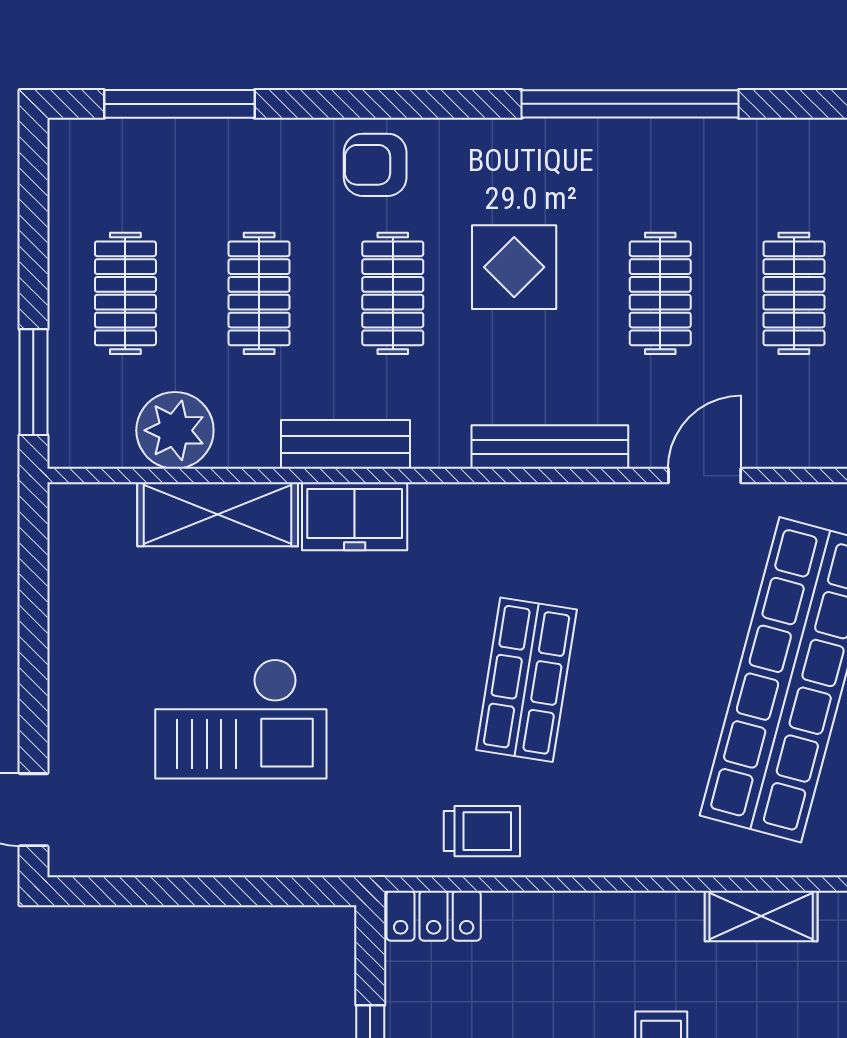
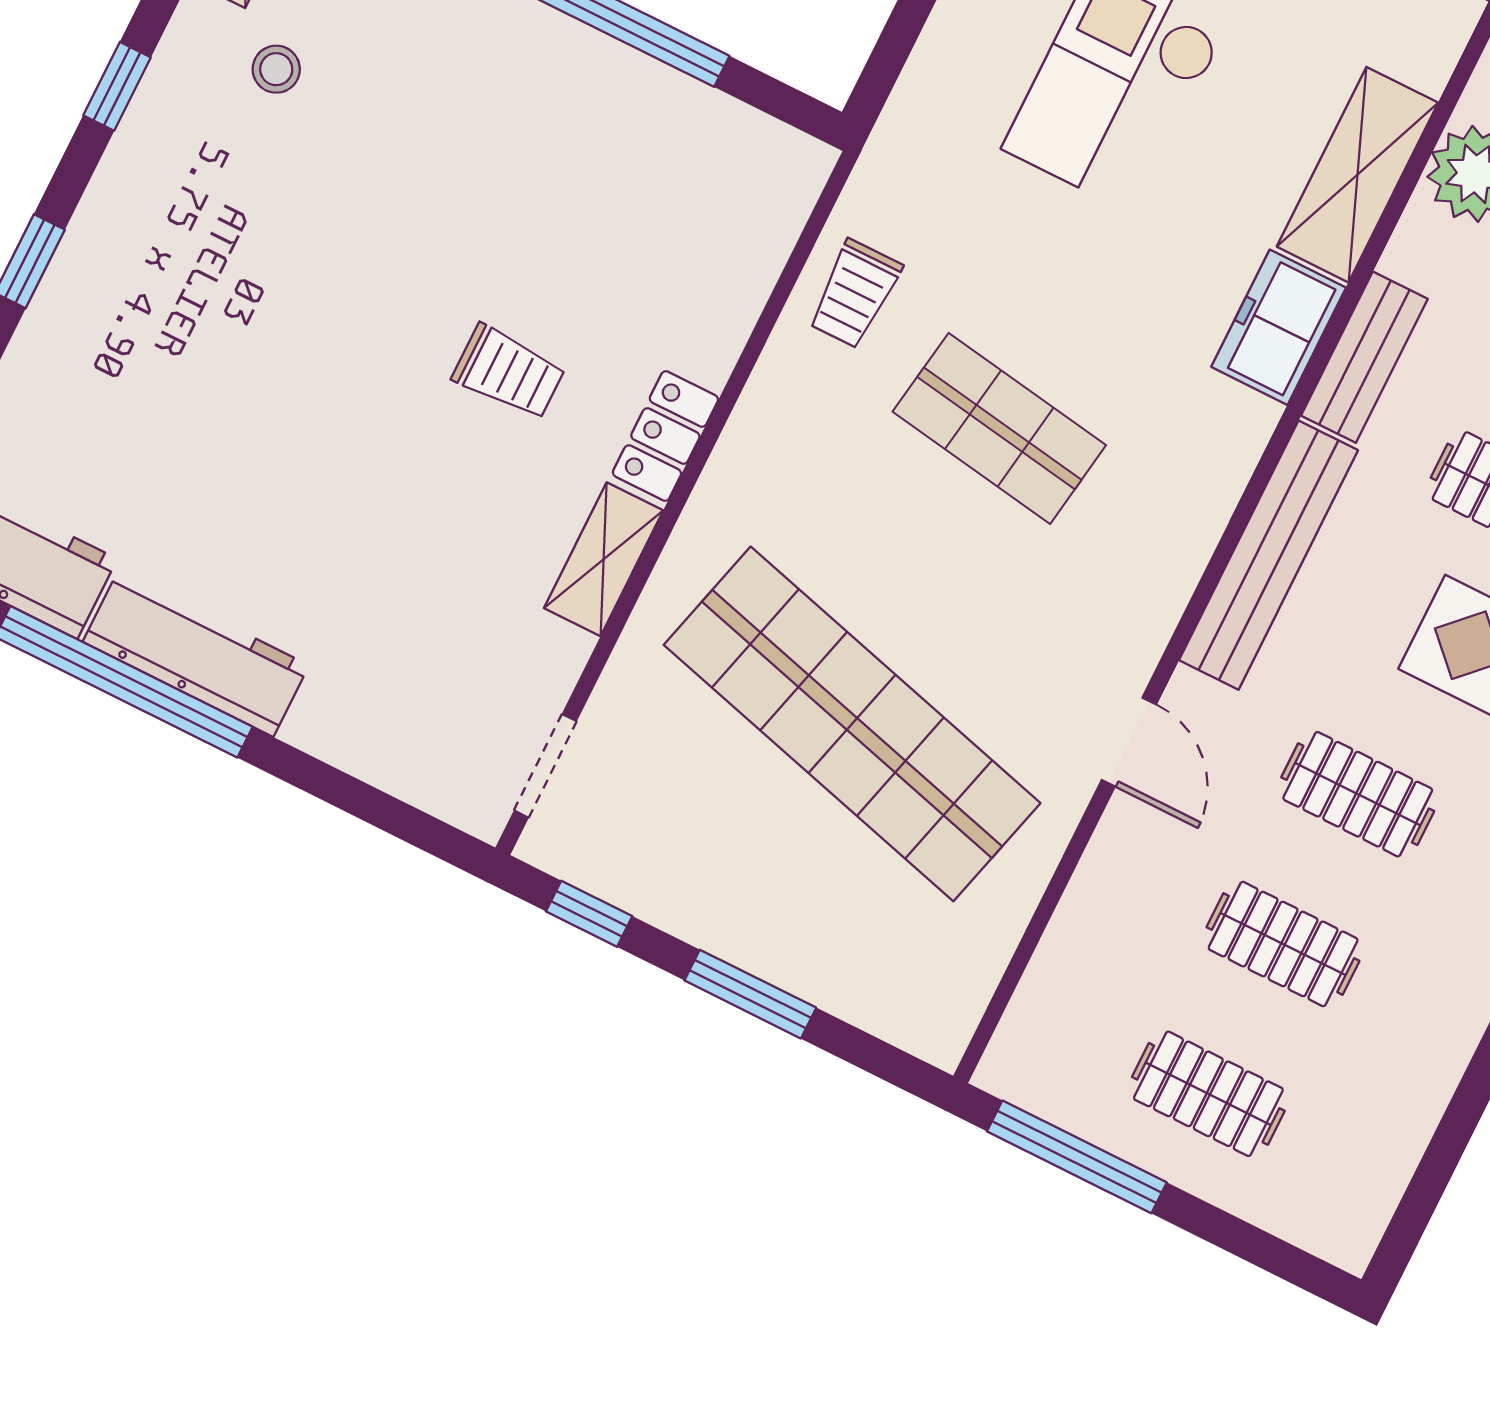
bench: (550, 447) -> (1268, 555), width x1.37, depth x1.21
locker: (434, 916) -> (665, 436), moved

